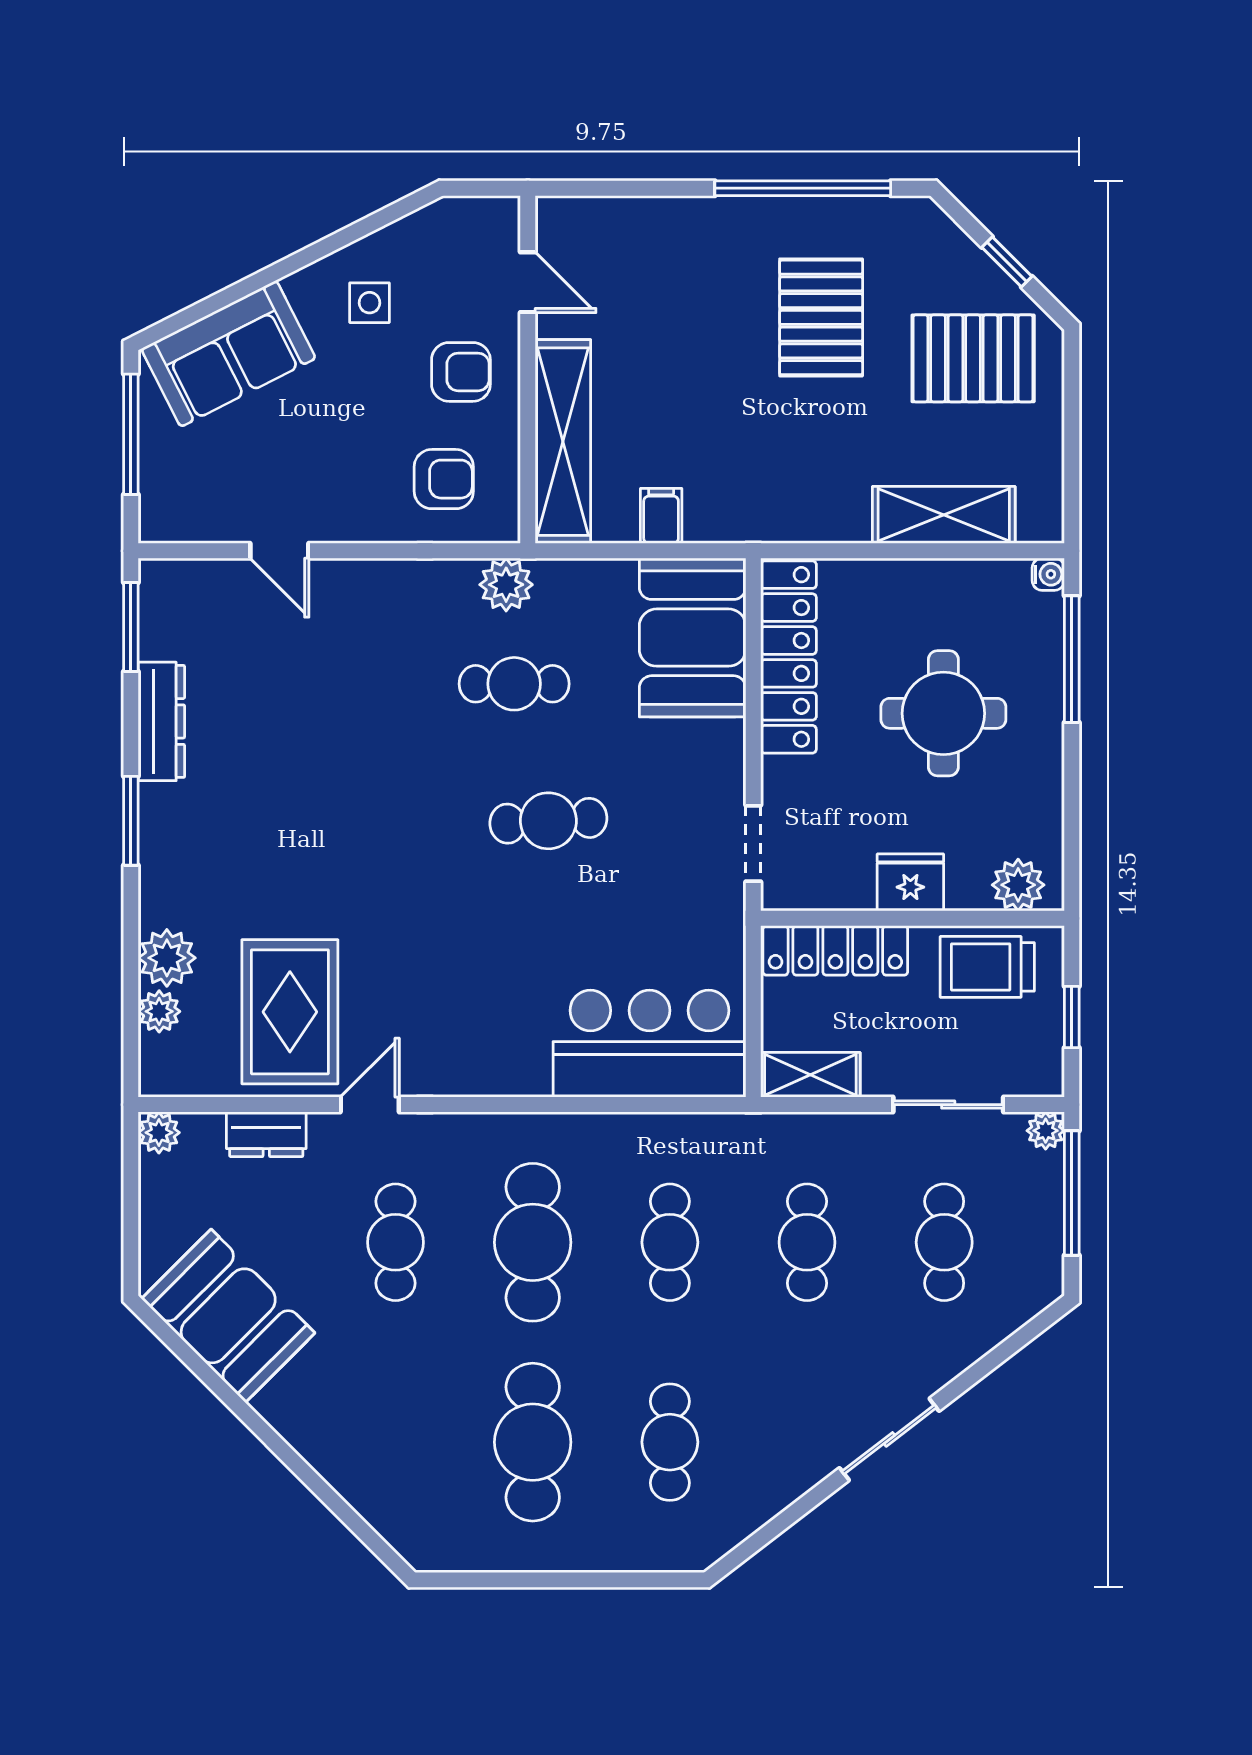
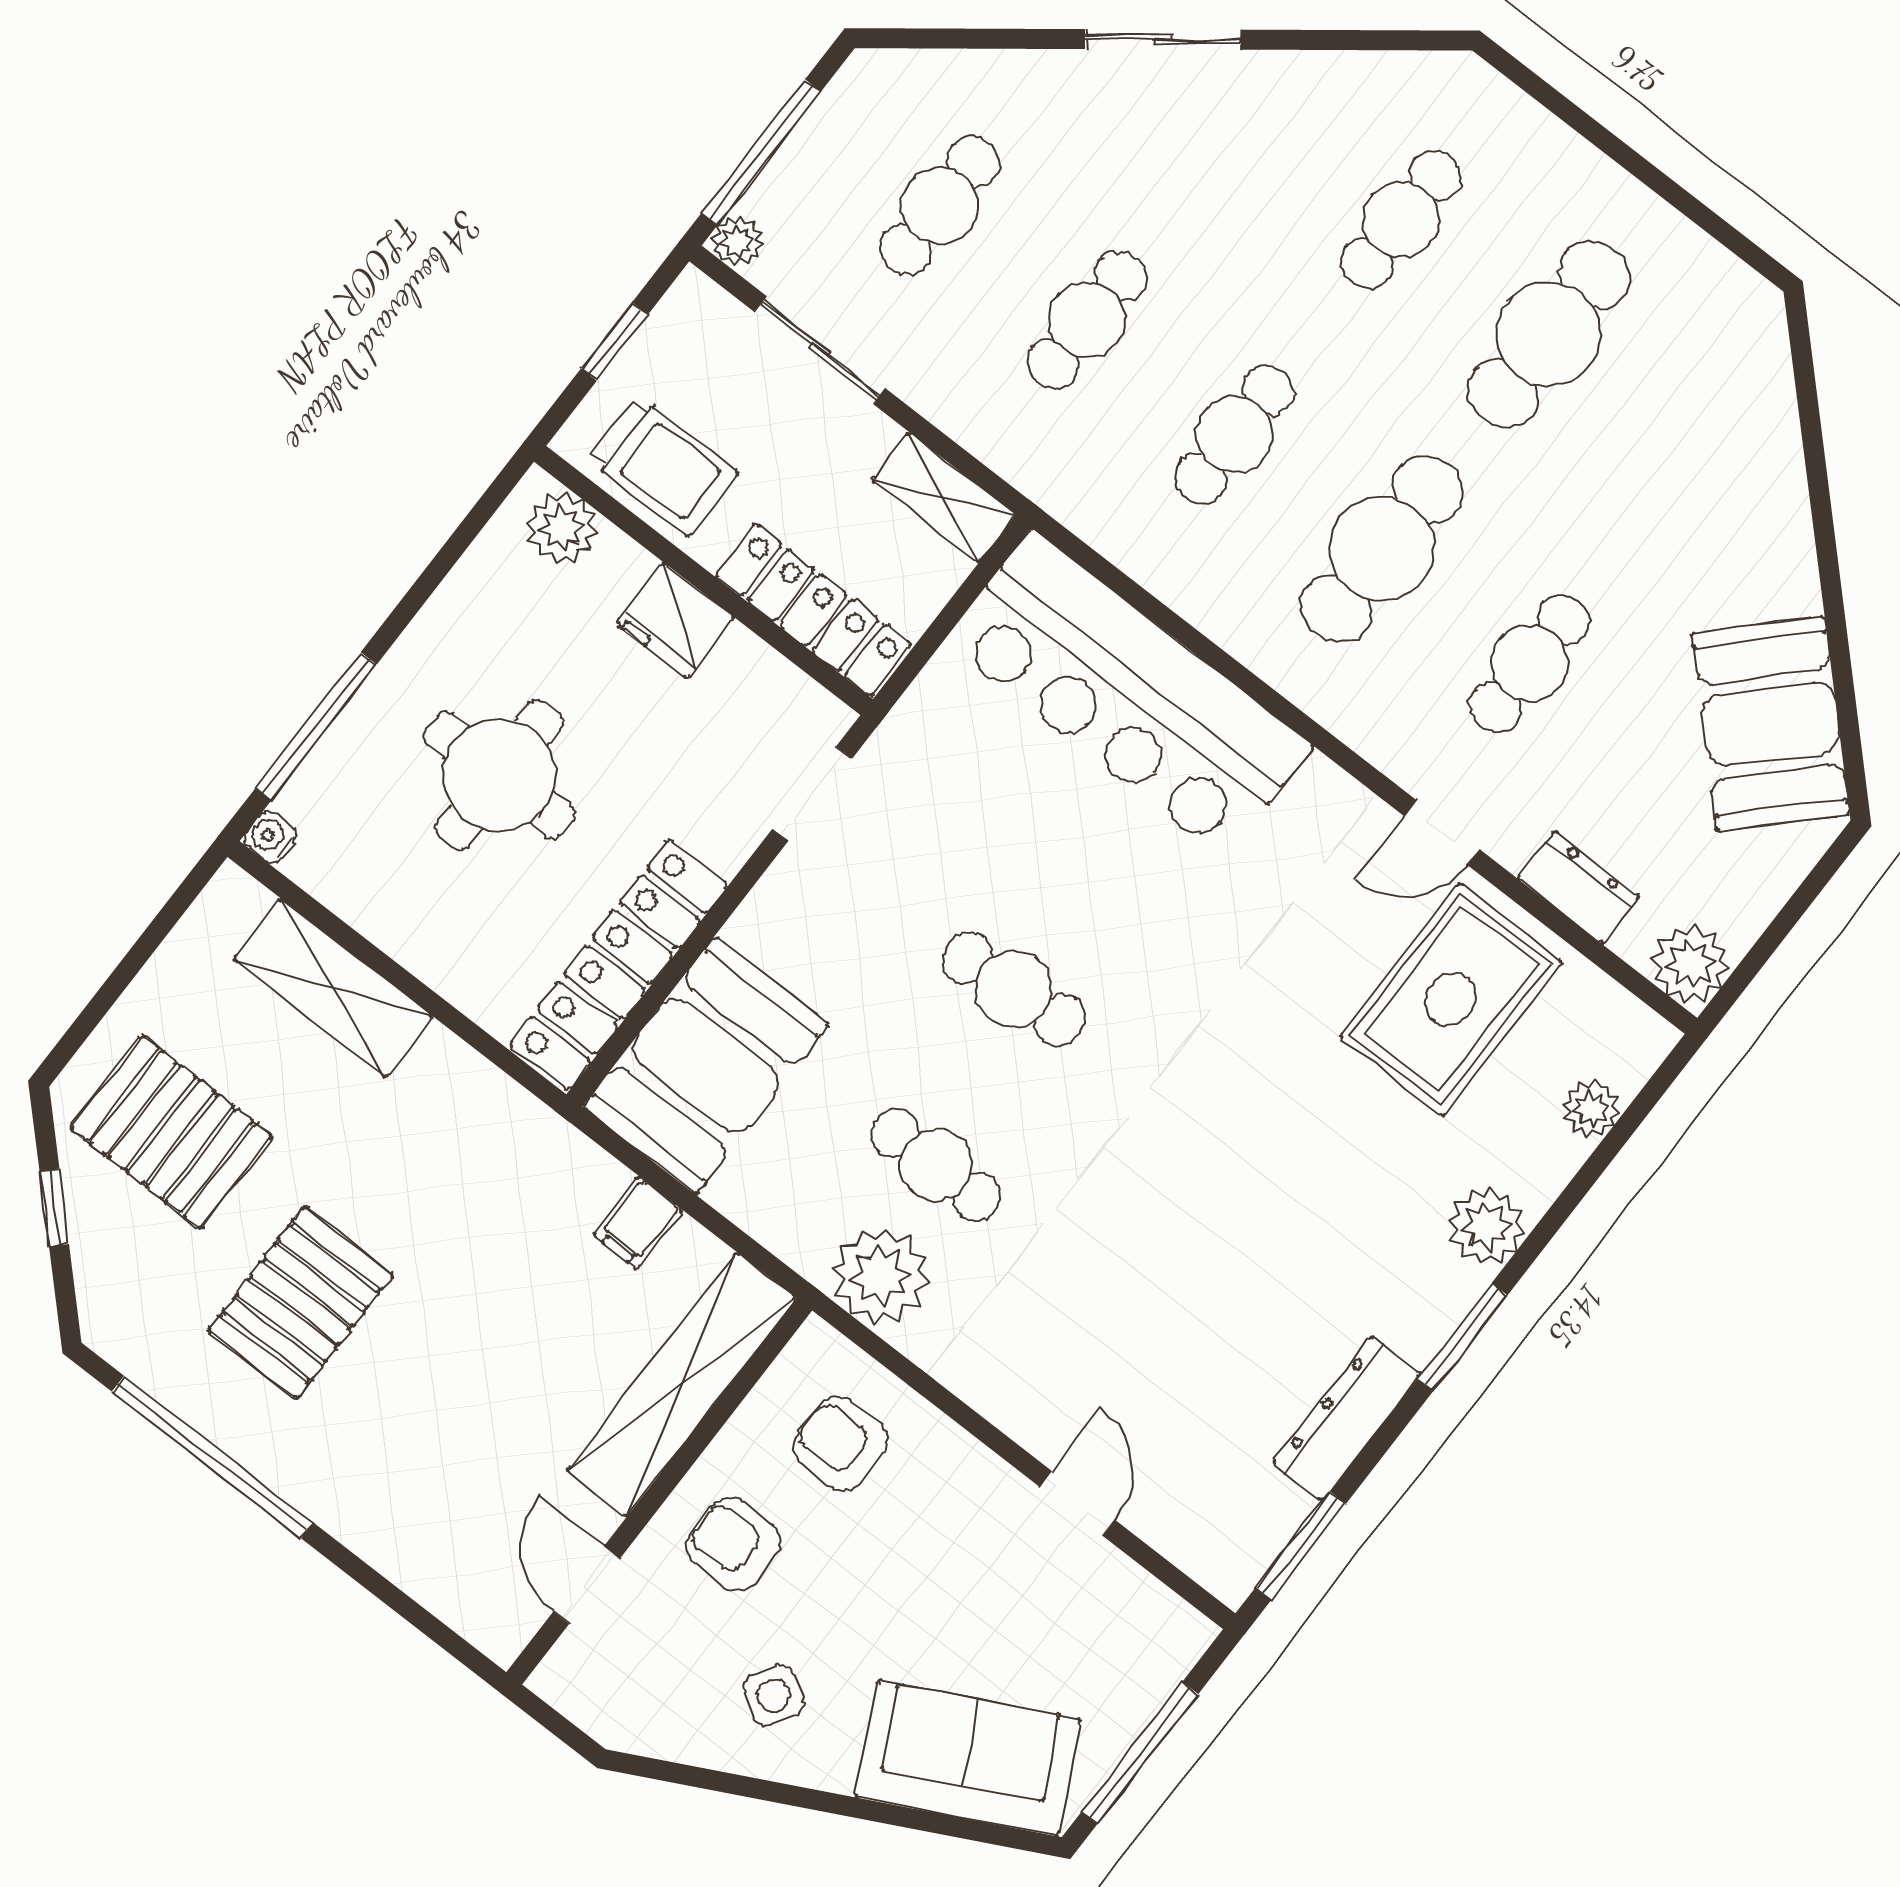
side table: (369, 303) -> (774, 1695), turned 31
plant: (506, 585) -> (881, 1276), width x1.36, depth x1.36
plant: (167, 958) -> (1486, 1226), moved
bar counter: (649, 1044) -> (1128, 694), width x1.36
plant: (159, 1133) -> (1690, 964), width x1.38, depth x1.38

